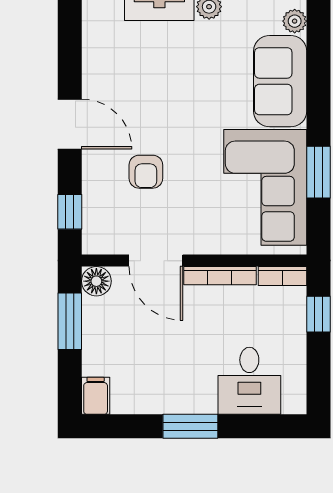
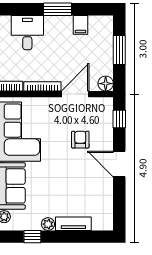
door: (156, 261) -> (75, 94), hinge flipped
window: (70, 321) -> (119, 50), moved
filing cabinet: (96, 396) -> (80, 25), moved

